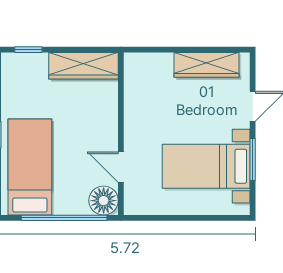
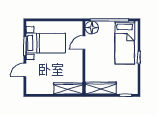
wardrobe: (207, 65) -> (68, 88), moved
door: (121, 167) -> (84, 43), swing flipped

